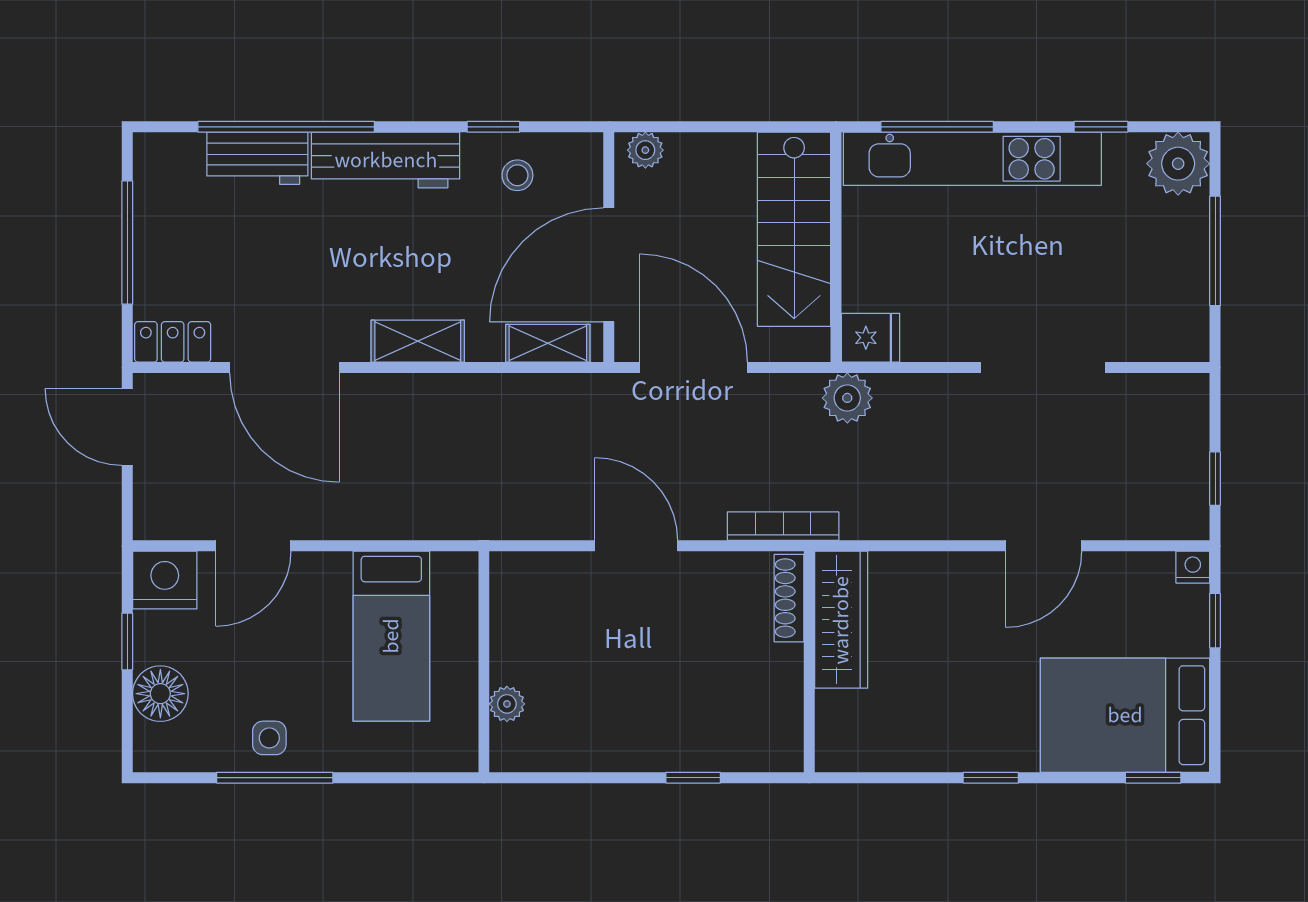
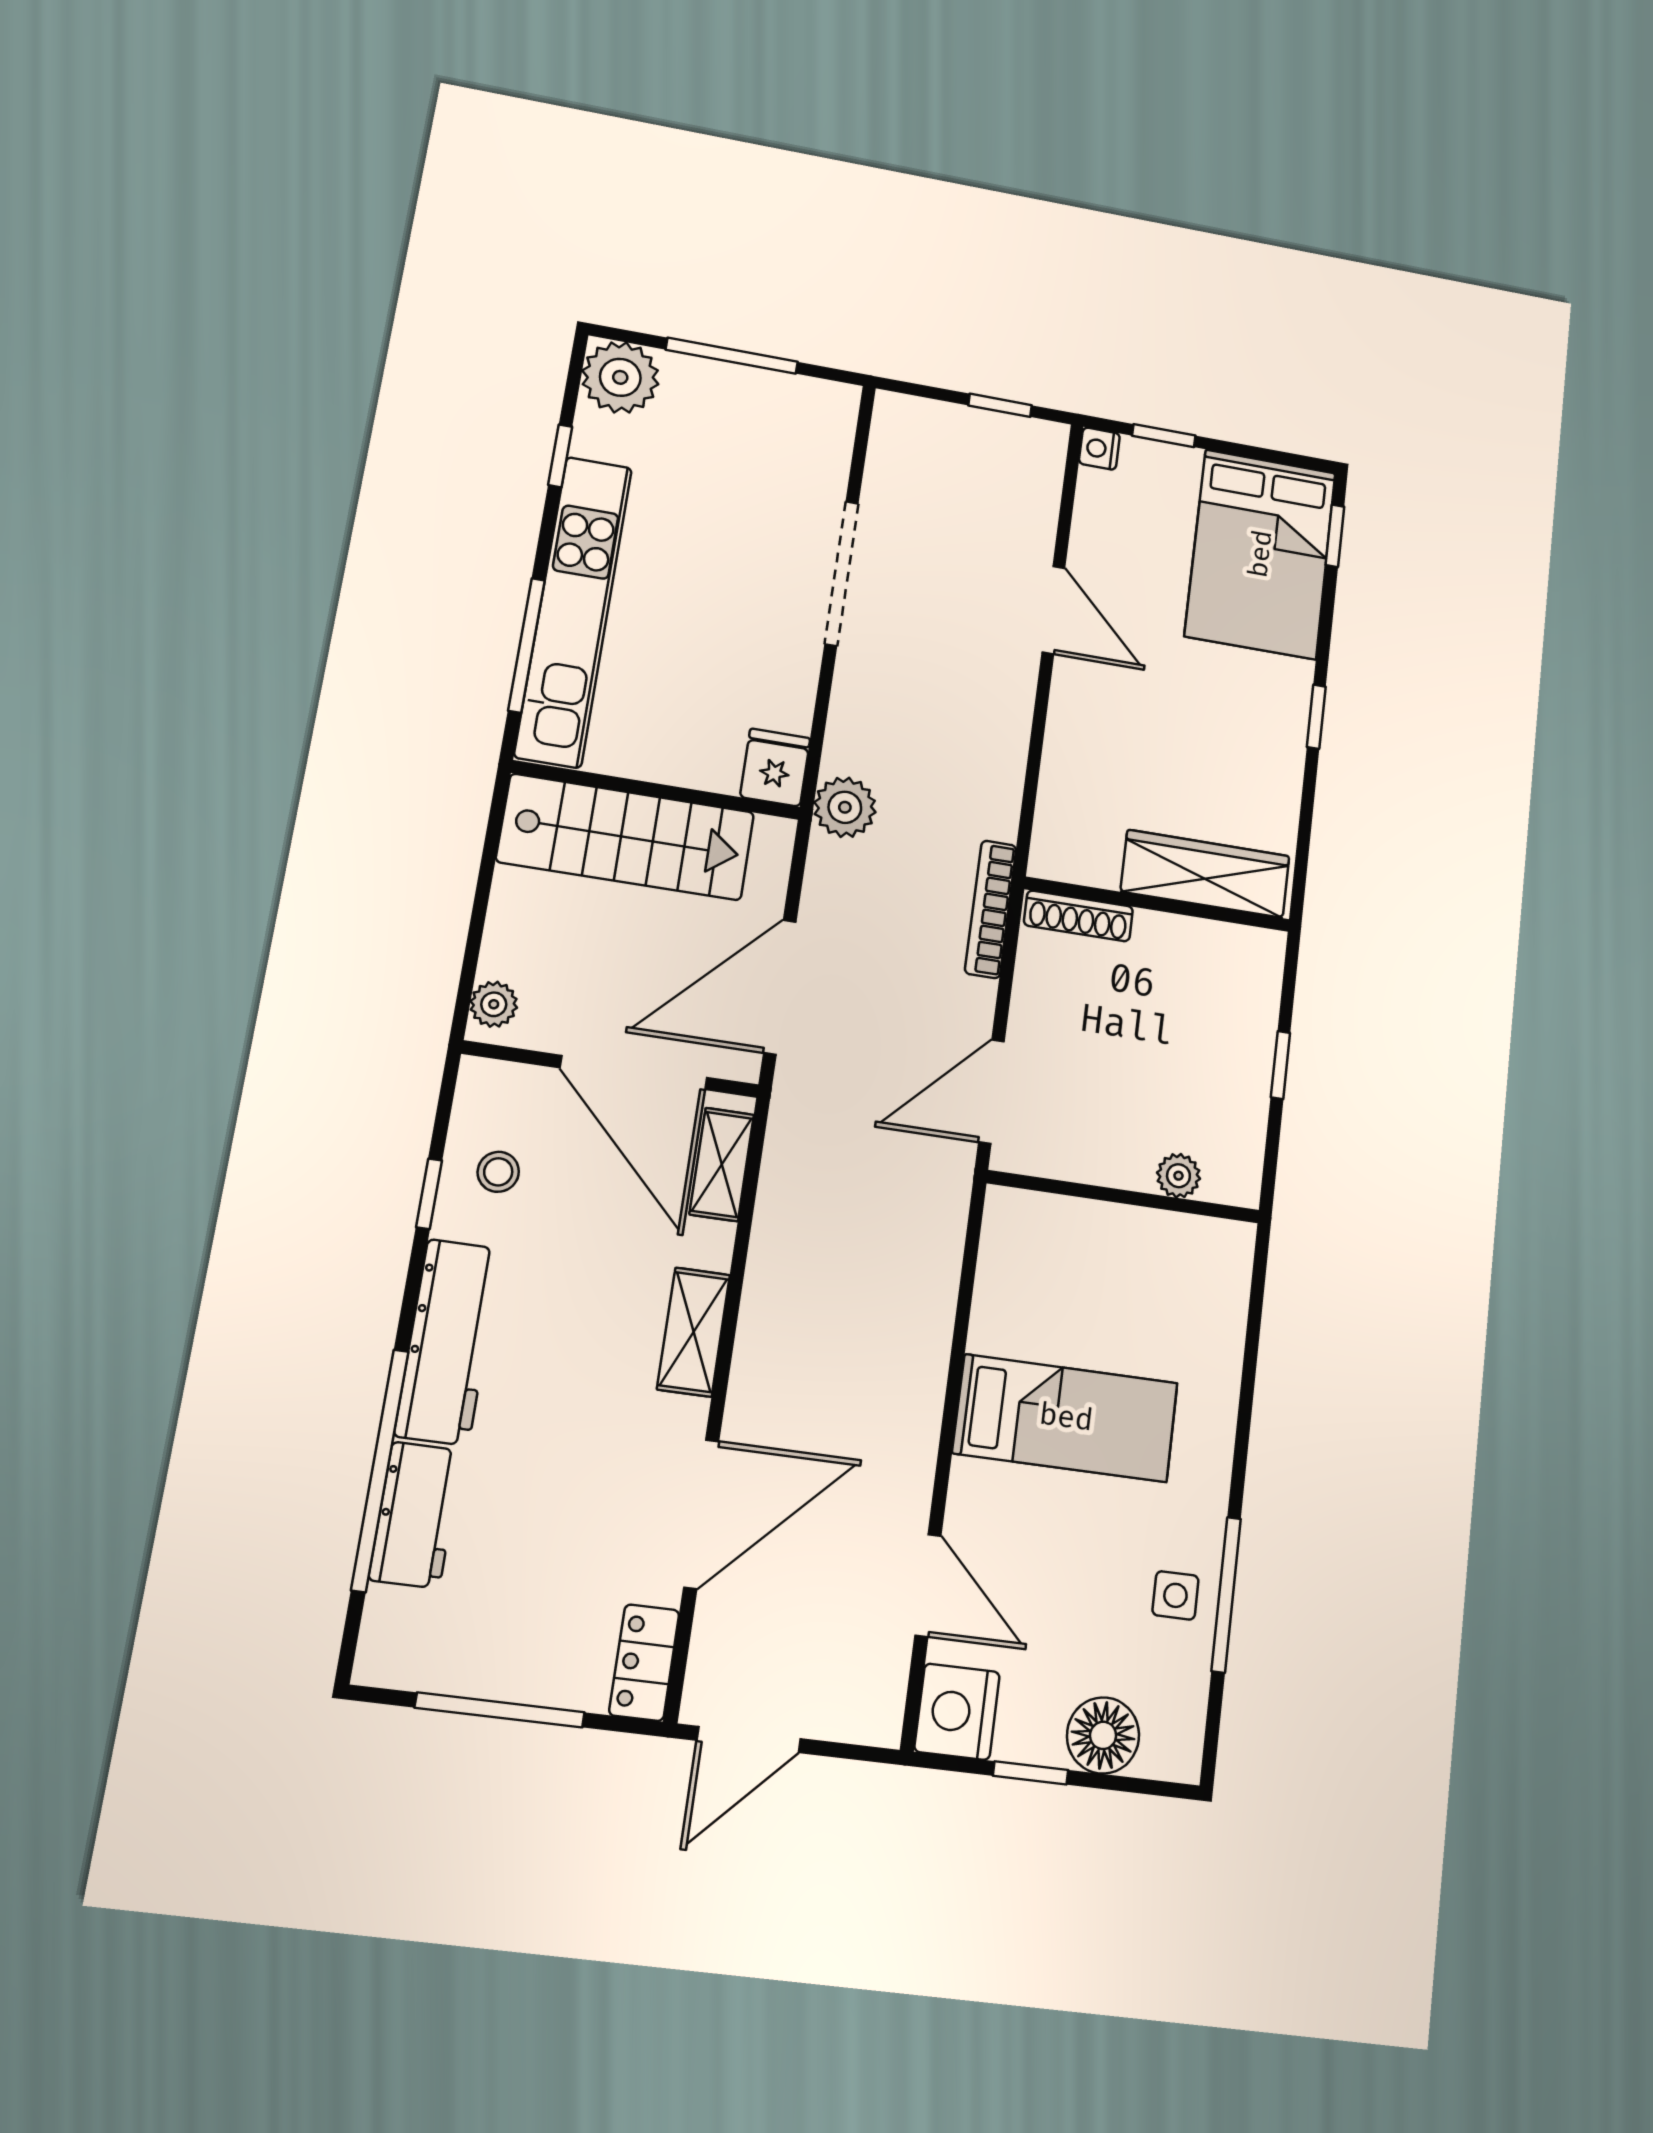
wardrobe: (841, 620) -> (1205, 874), moved
wall: (484, 662) -> (1124, 1197), moved
plant: (507, 704) -> (1178, 1176), moved

